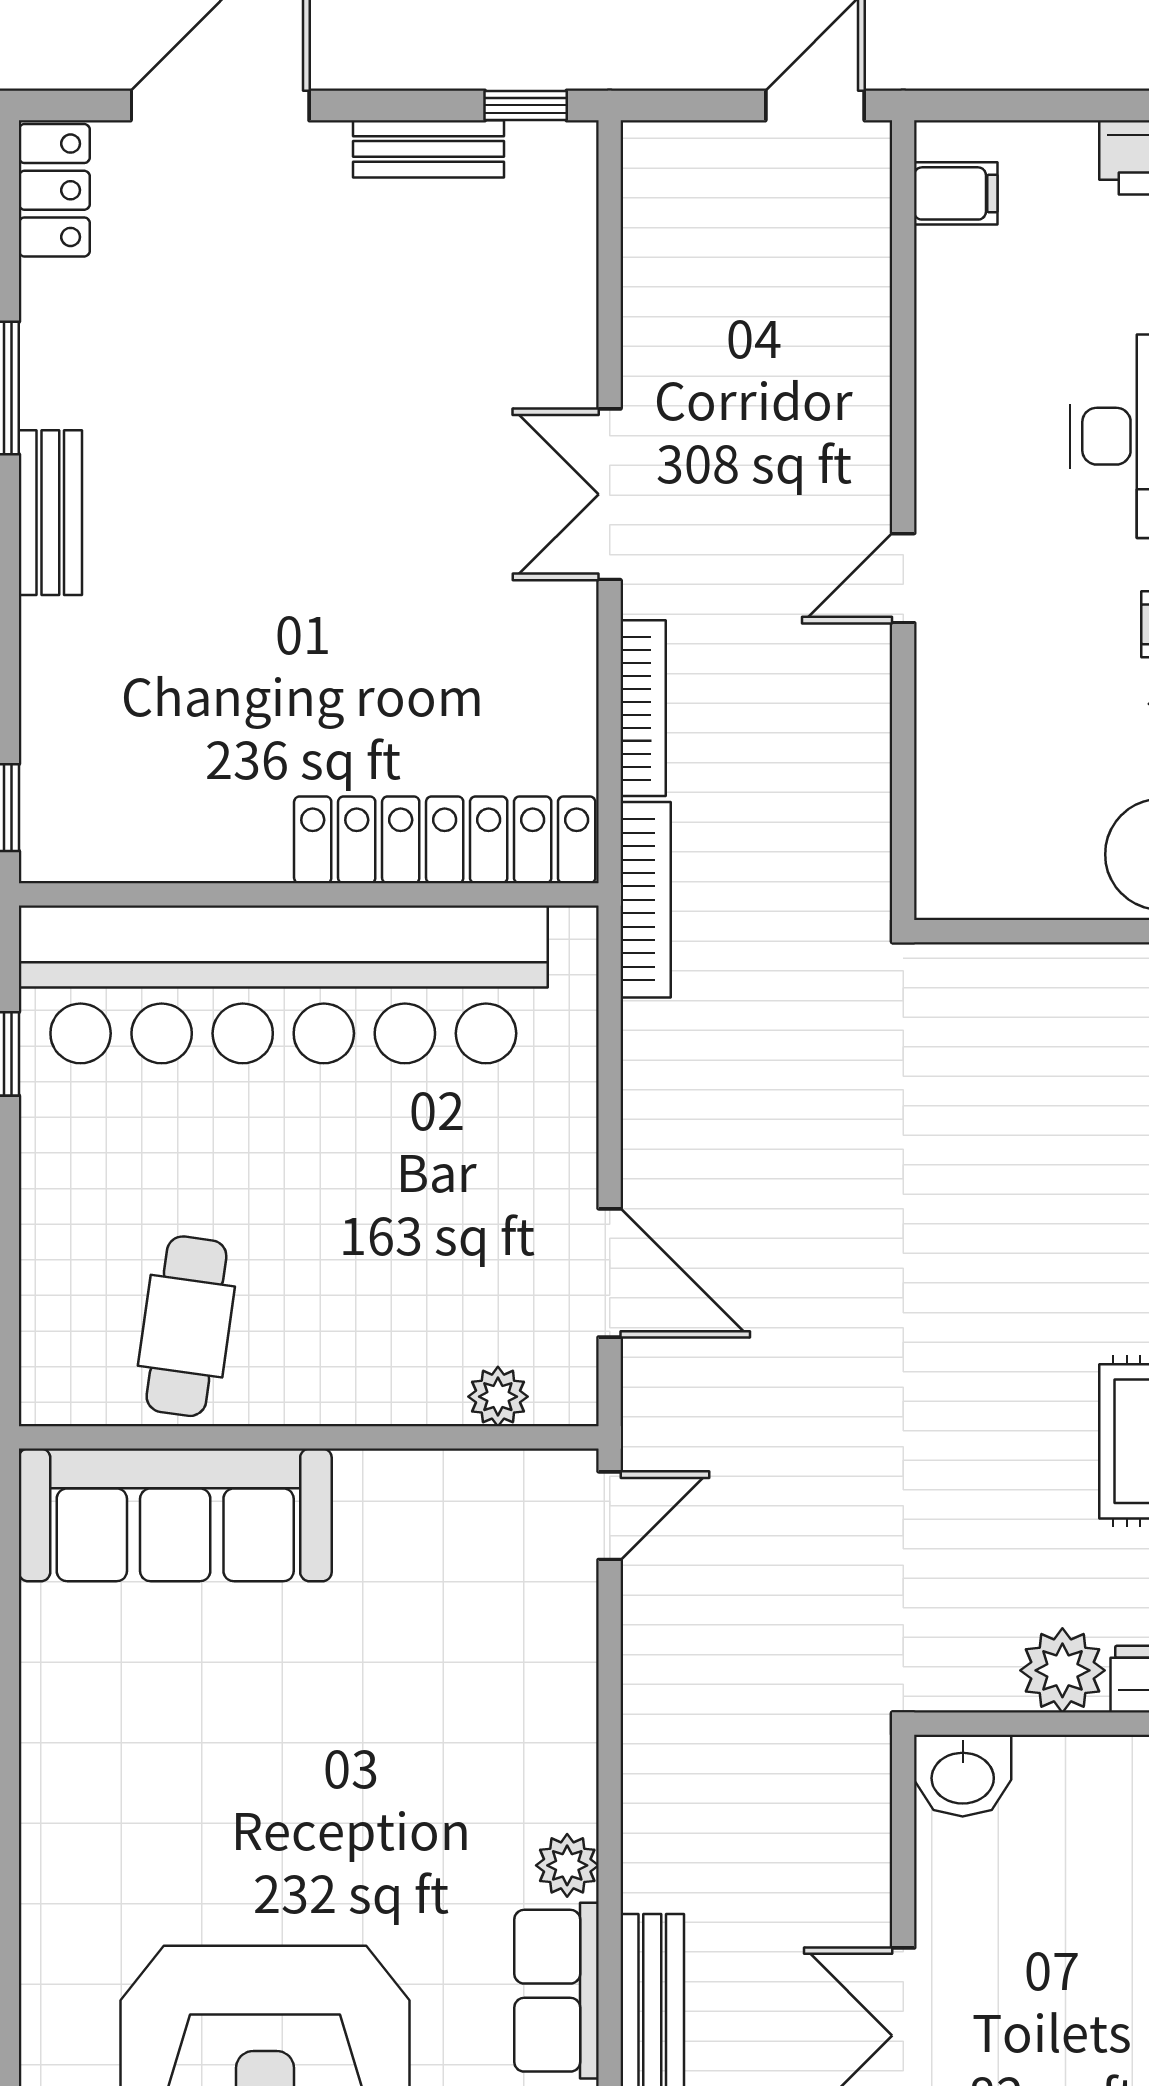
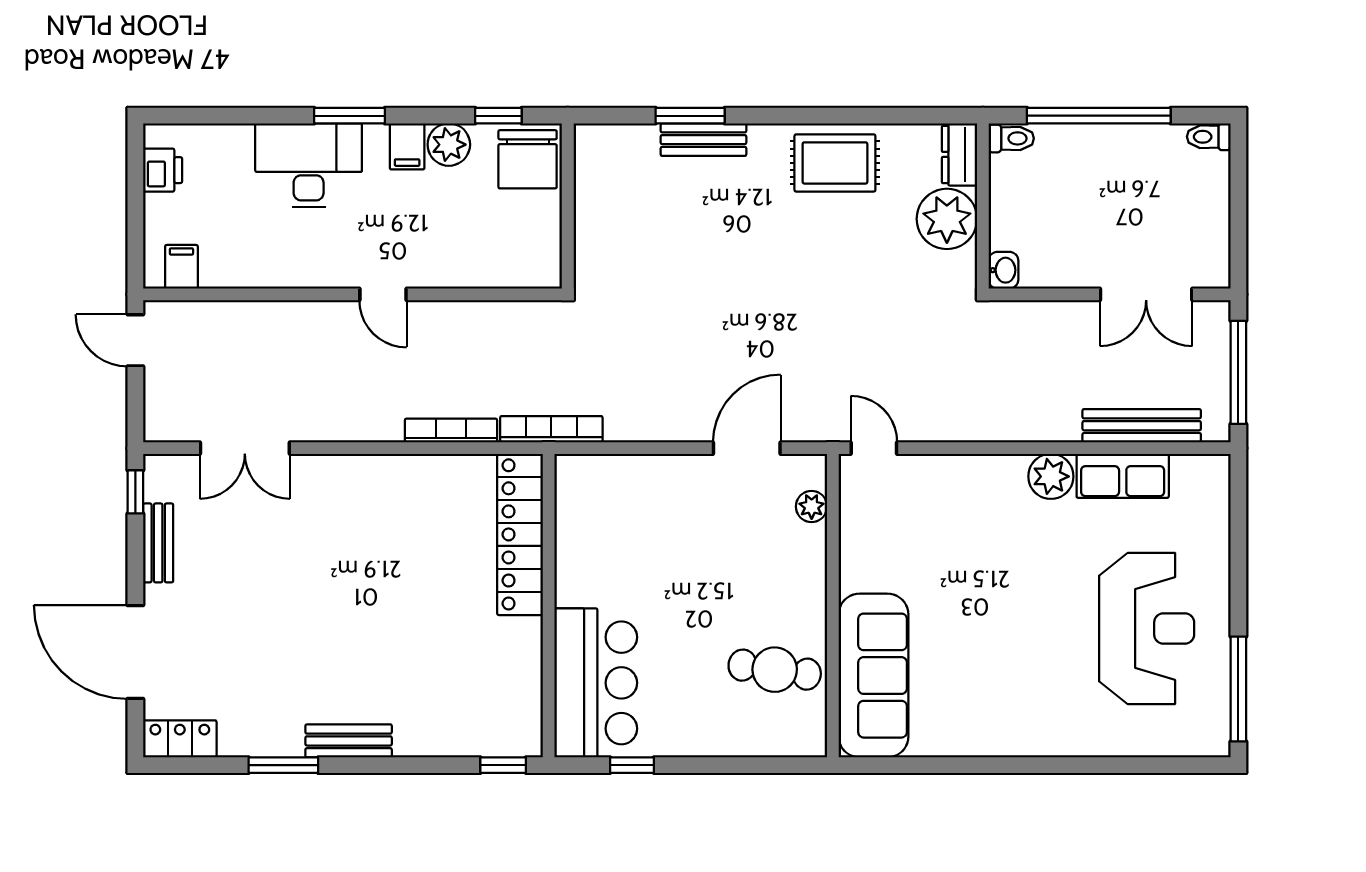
double door: (610, 494) -> (245, 448), moved
bar counter: (283, 984) -> (596, 683), width x0.54
plant: (1062, 1670) -> (947, 219), width x1.36, depth x1.36
washbasin: (963, 1776) -> (1003, 270), width x0.72, depth x0.69
plant: (567, 1865) -> (1051, 476), width x1.38, depth x1.38

